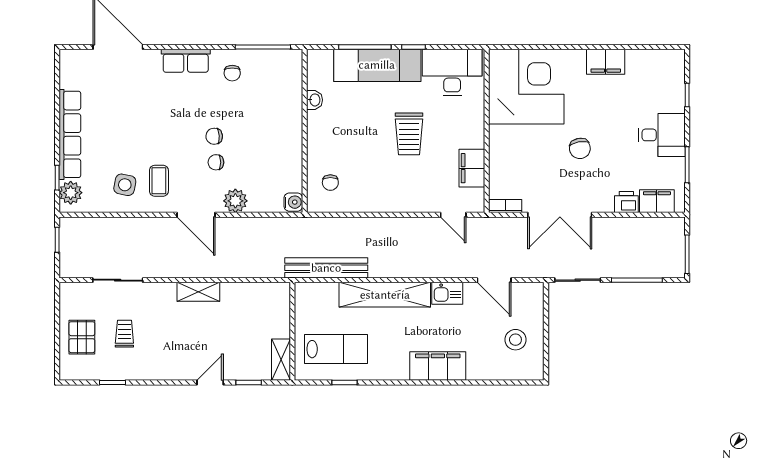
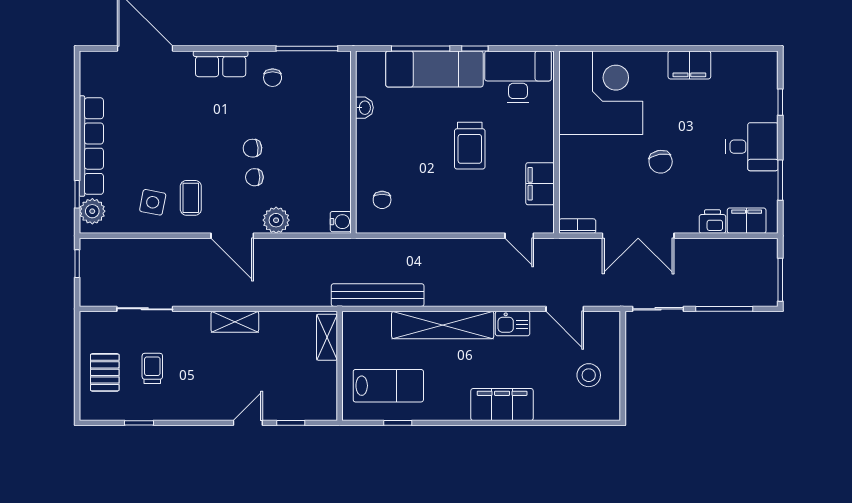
shelving: (281, 360) -> (327, 337), moved

